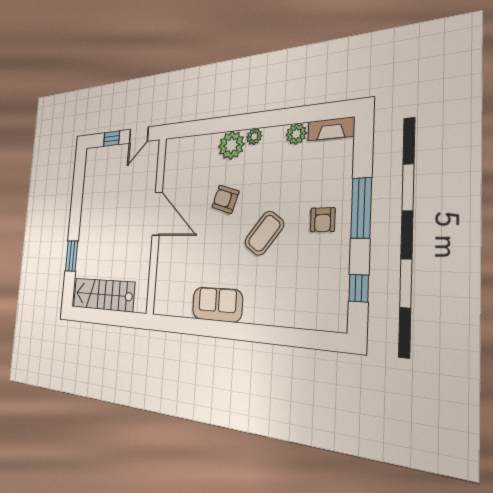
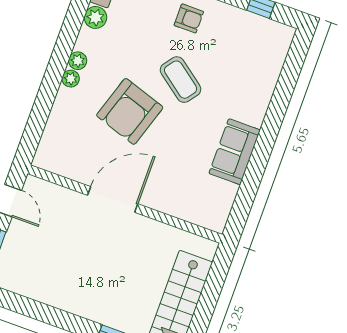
plant: (231, 145) -> (71, 79), width x0.53, depth x0.53
armchair: (225, 199) -> (130, 111), width x1.88, depth x1.88

